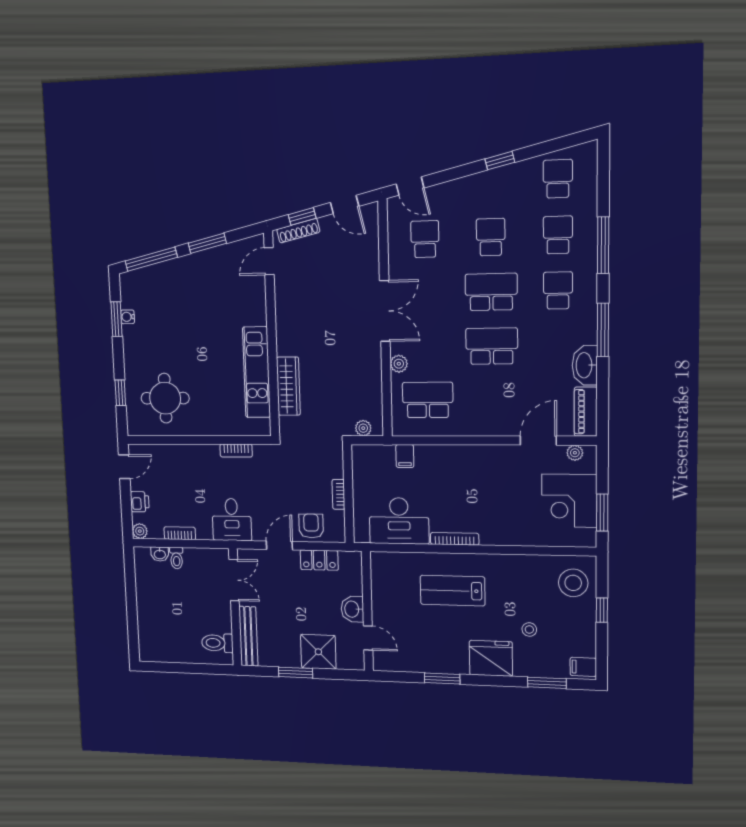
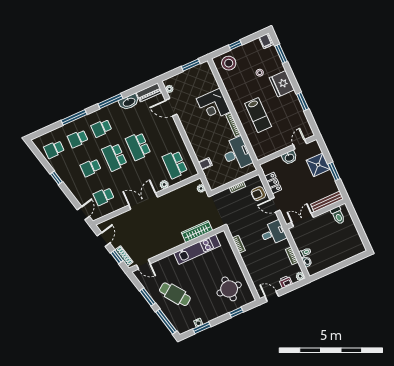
cafe table: (193, 296) -> (175, 294), added
corner desk: (569, 501) -> (213, 105), moved, turned 90

